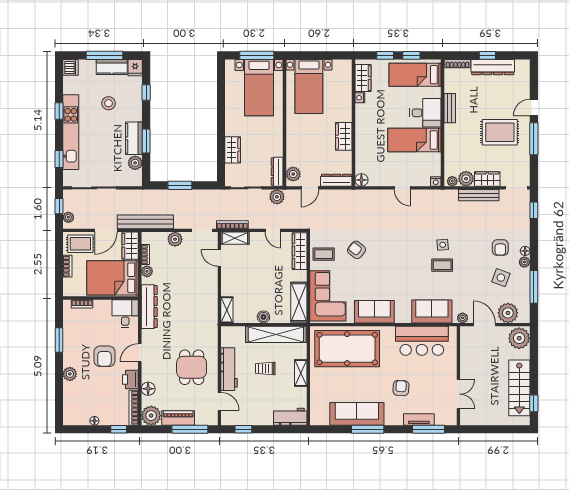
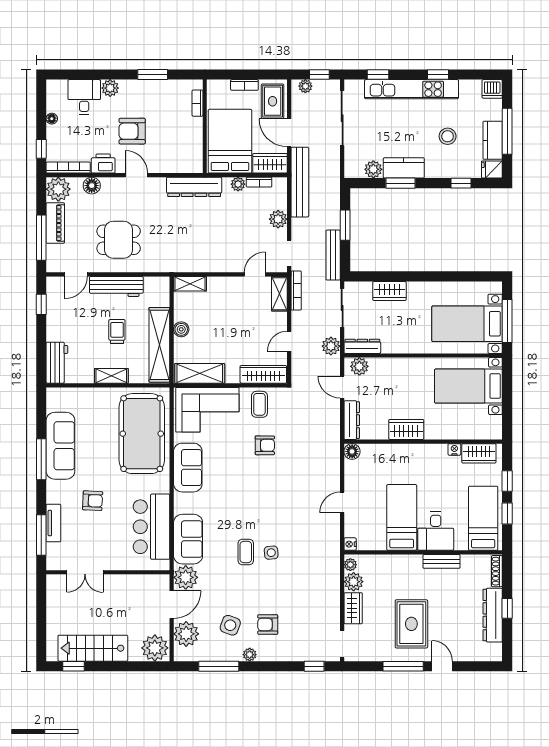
bench: (479, 195) -> (333, 255), moved
armchair: (357, 250) -> (265, 445), turned 51
floor lamp: (525, 251) -> (263, 655), removed
desk: (125, 314) -> (84, 97), moved, turned -90
plant: (463, 318) -> (186, 577), width x1.87, depth x1.87

